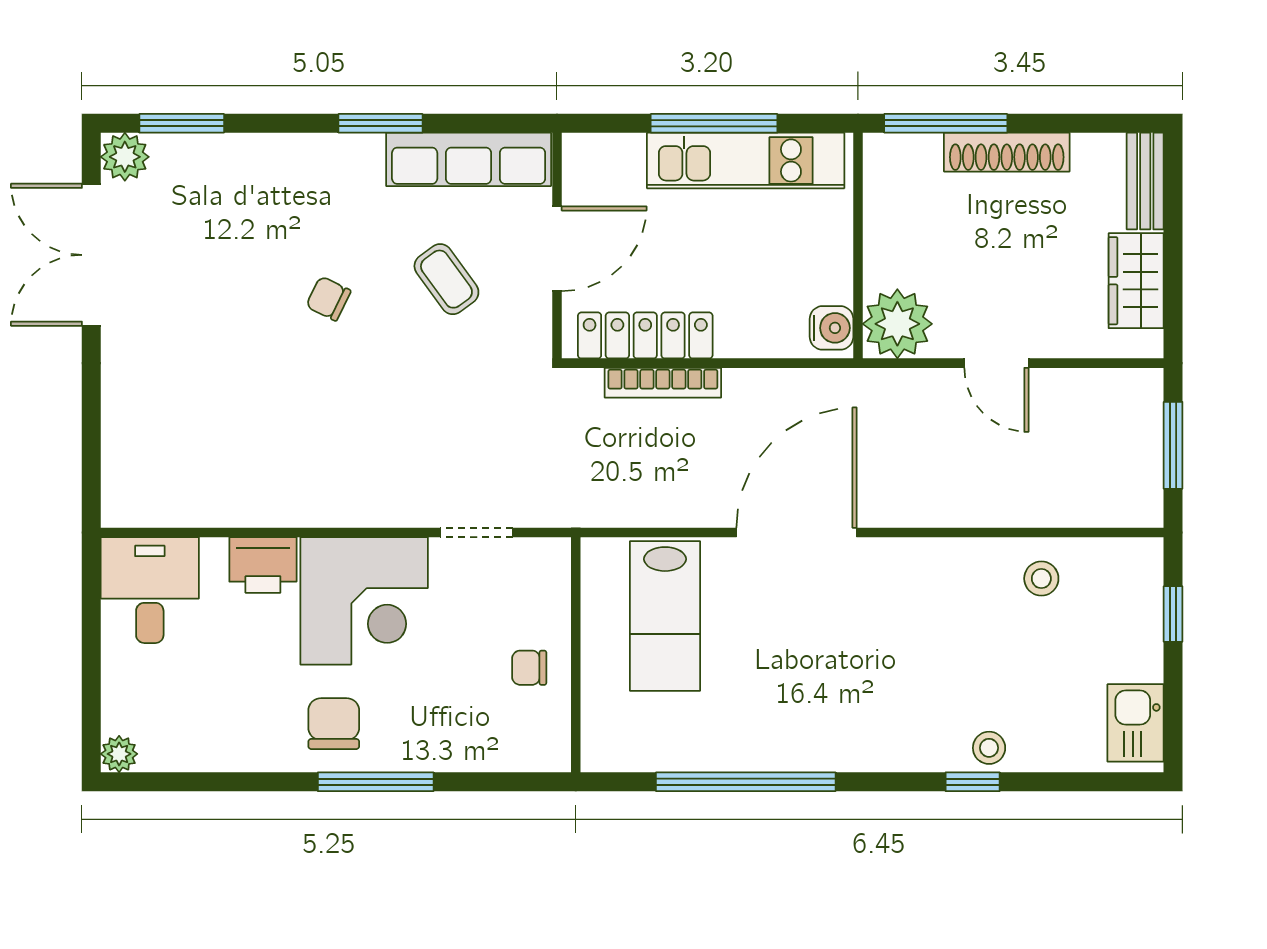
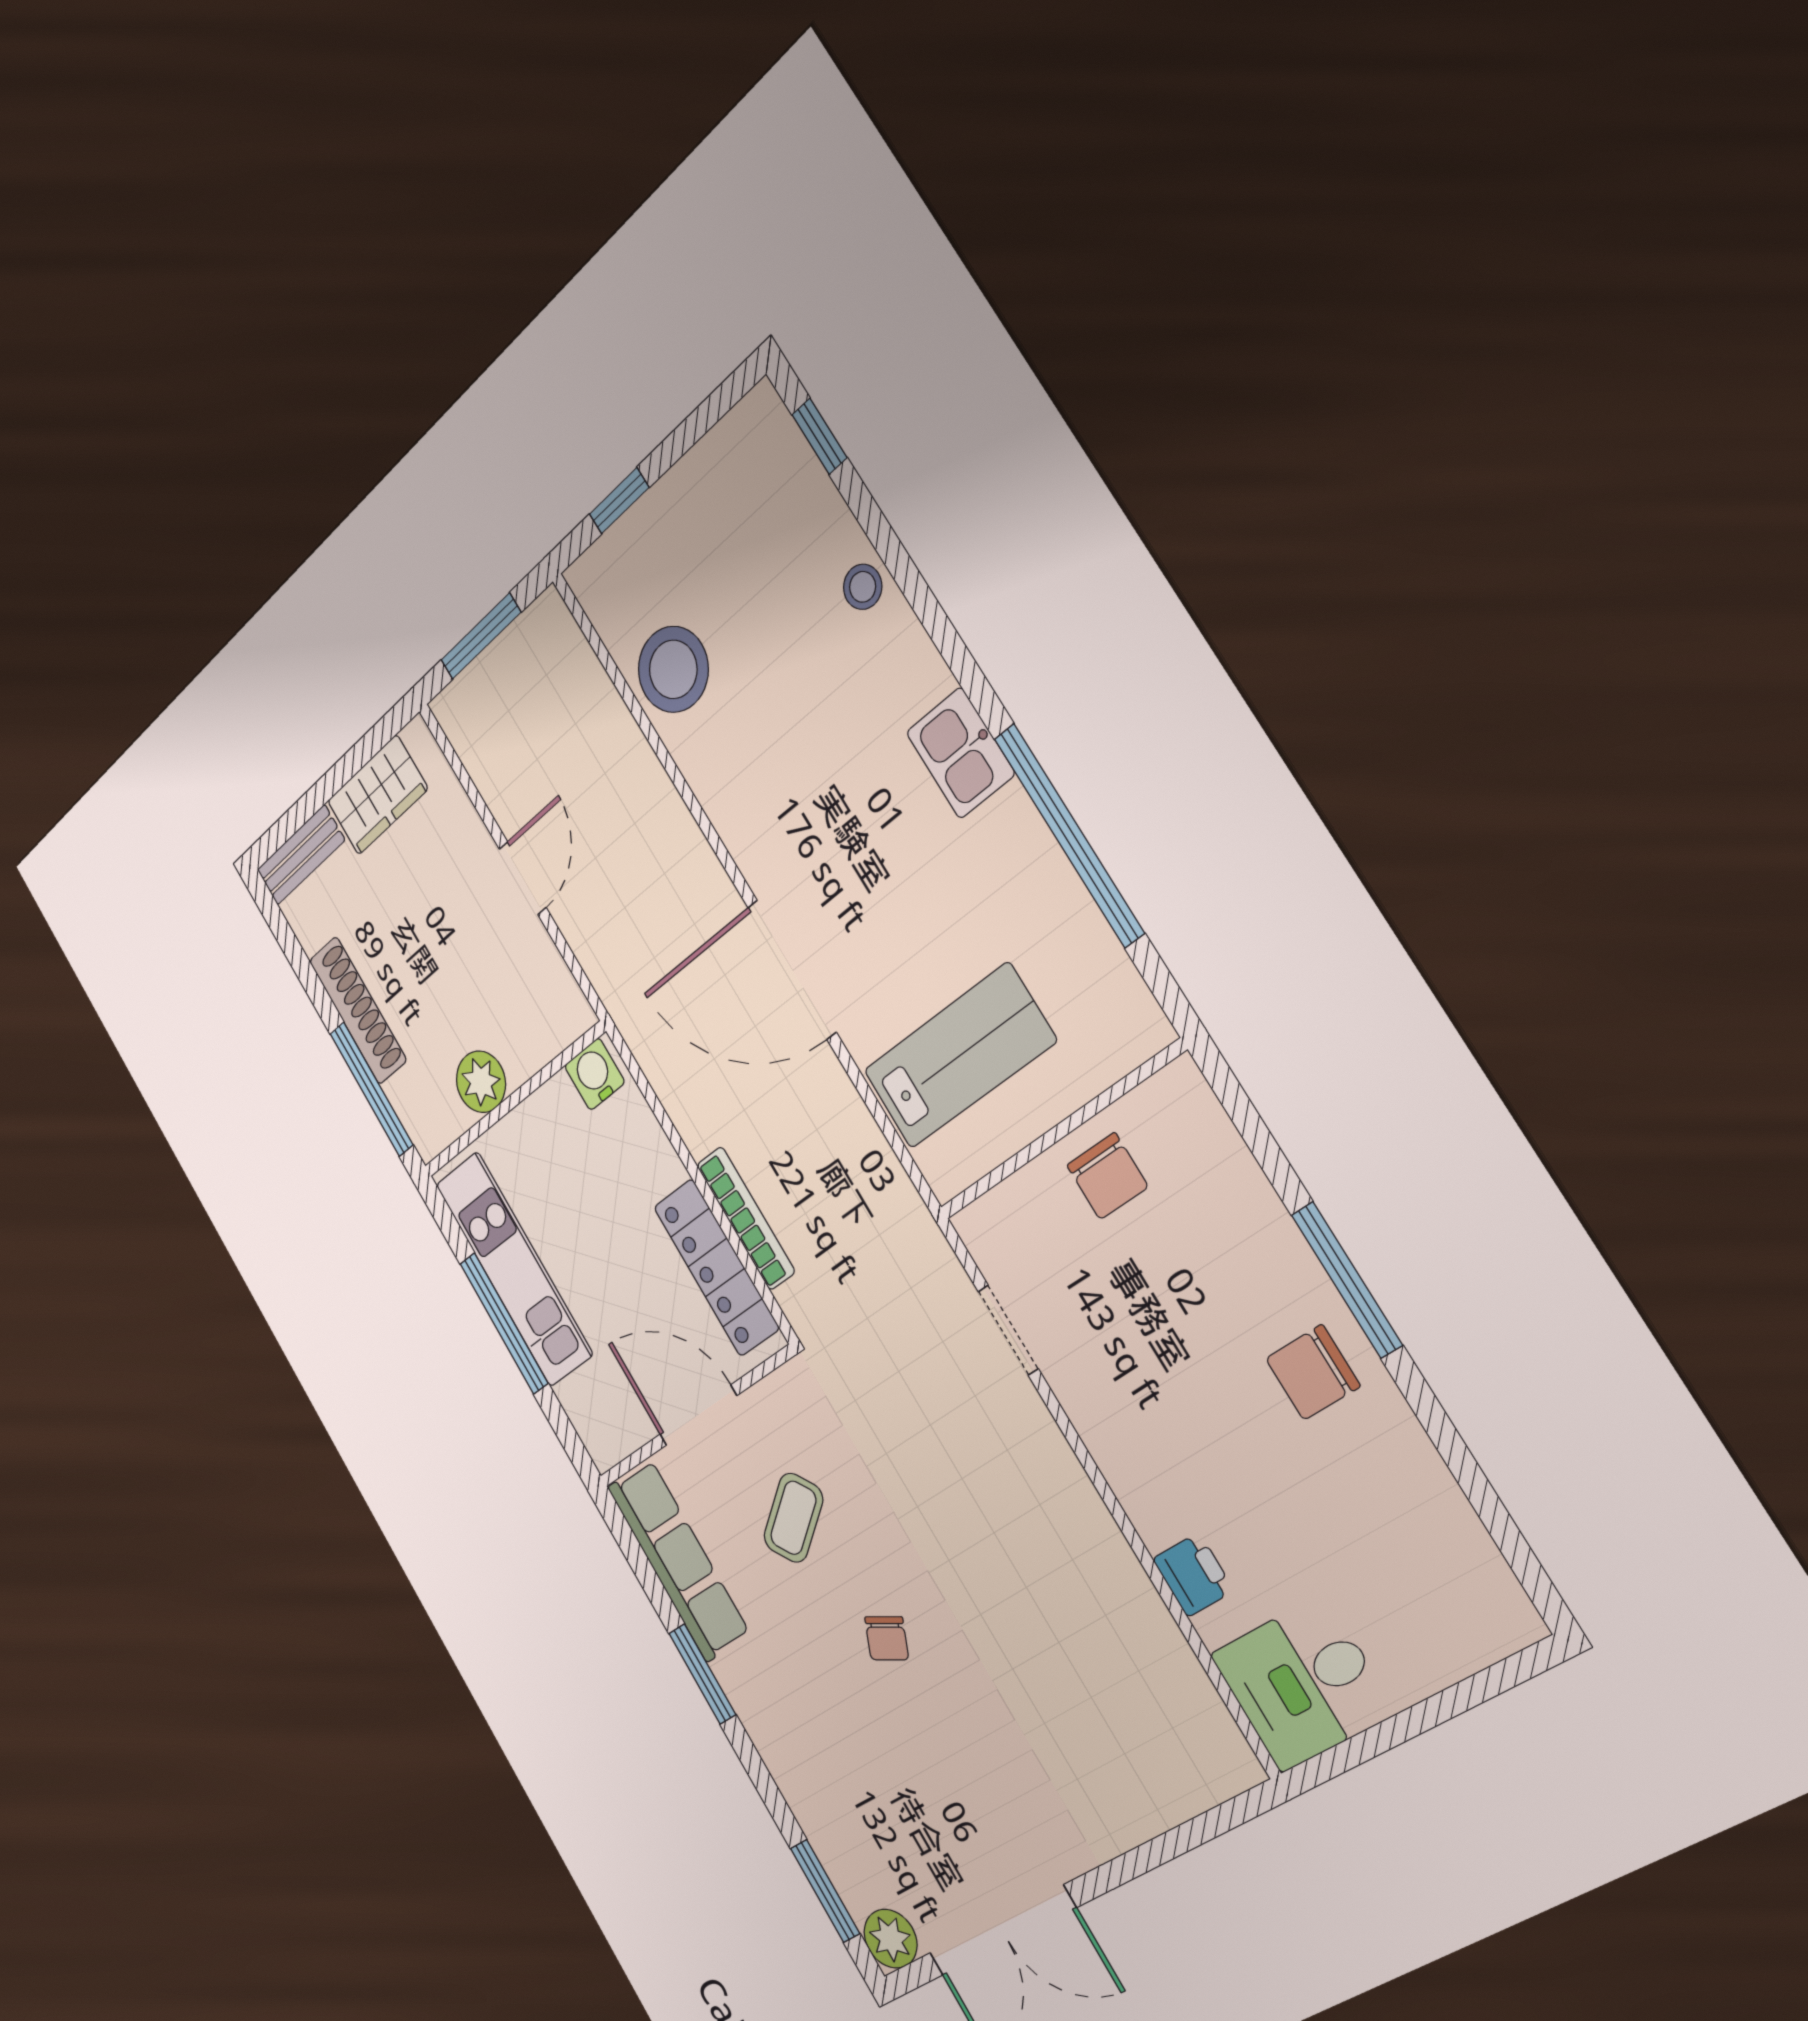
plant: (897, 324) -> (481, 1082), moved, width x0.73, depth x0.73
printer: (263, 565) -> (1193, 1575), width x0.73, depth x0.81
stool: (1041, 579) -> (673, 669), width x1.89, depth x1.89
corner desk: (364, 601) -> (1157, 1417), removed
chair: (529, 668) -> (1107, 1176), width x1.37, depth x1.37
kitchen sink: (1136, 723) -> (960, 753), moved, turned 90
plant: (119, 754) -> (1516, 1622), removed
window: (973, 782) -> (820, 436), moved

